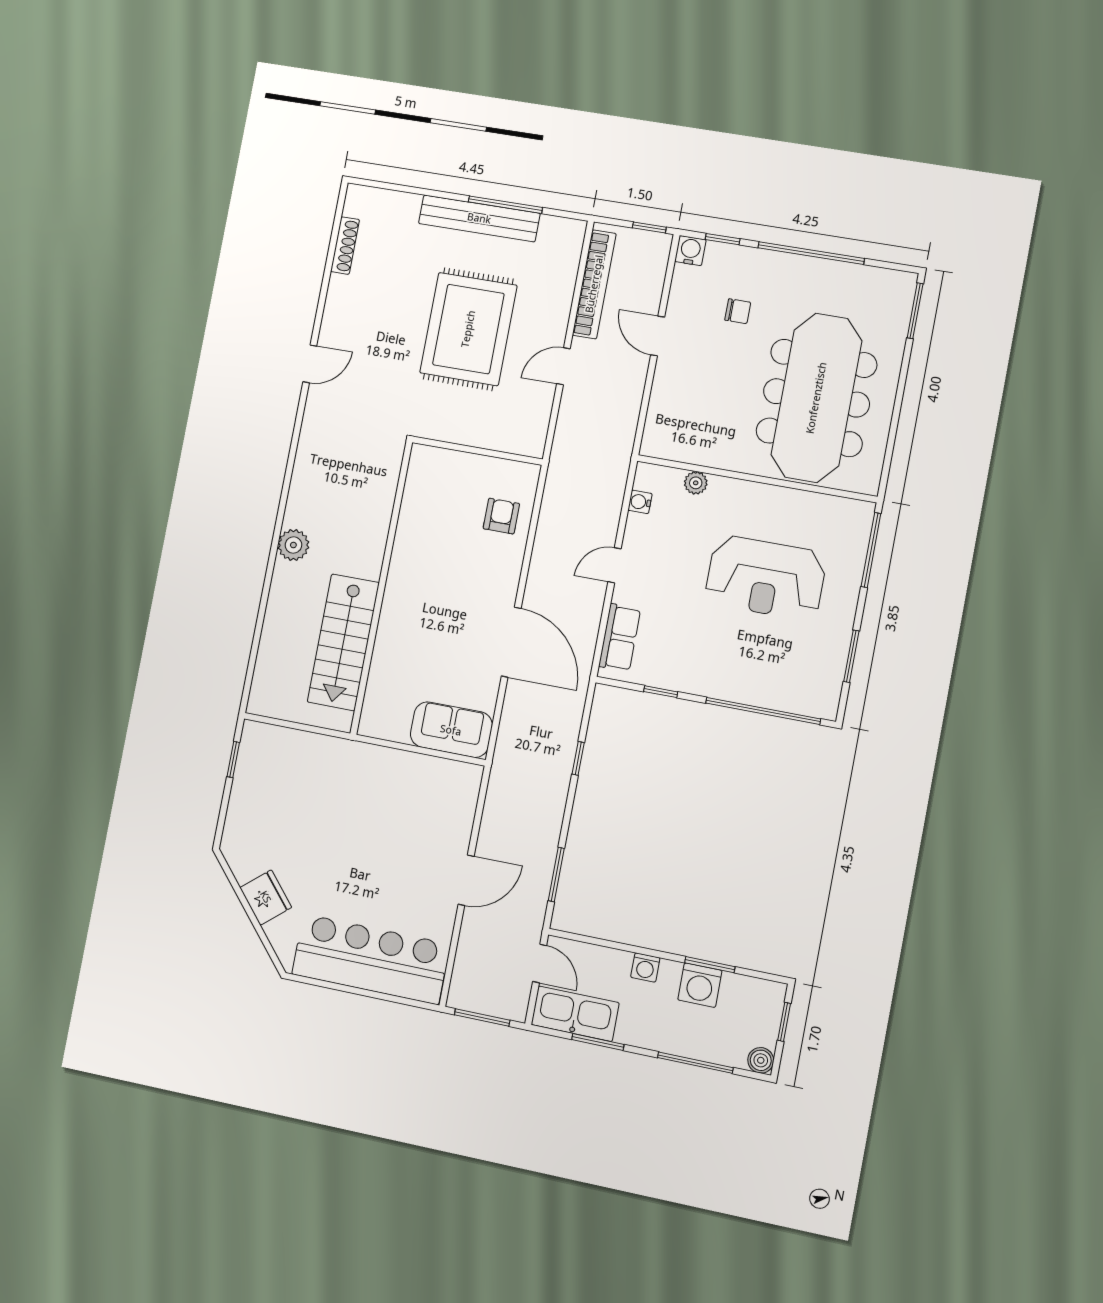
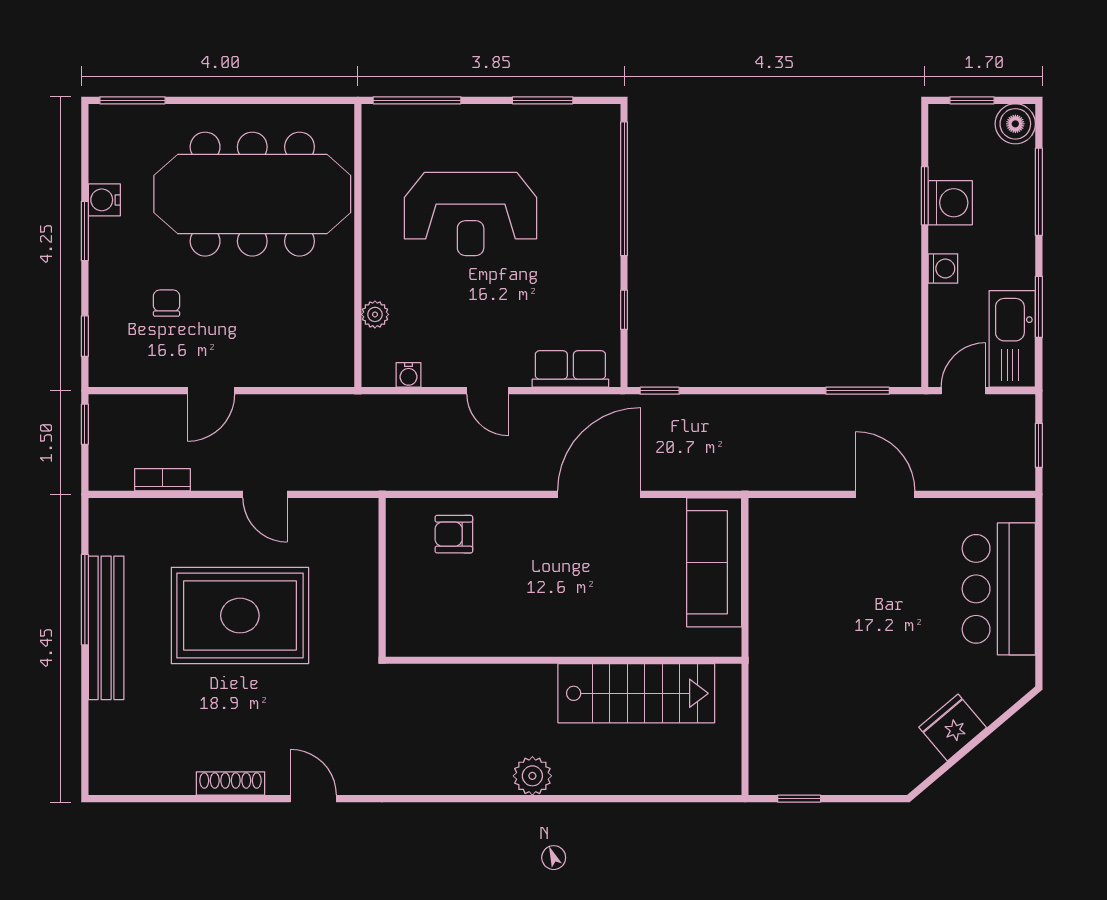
shoe rack: (345, 246) -> (230, 783), moved
water cooler: (690, 251) -> (104, 200), moved
window: (811, 253) -> (85, 231), width x0.47
bookcase: (594, 284) -> (162, 480), width x0.43, depth x0.76
reception desk: (766, 578) -> (471, 214), turned 90
sofa: (451, 730) -> (714, 562), width x1.36
window: (578, 758) -> (660, 391), moved
bar counter: (371, 959) -> (999, 589), width x0.73
window: (482, 1017) -> (1039, 445), width x0.67
boiler: (761, 1060) -> (1015, 124), width x1.36, depth x1.36

